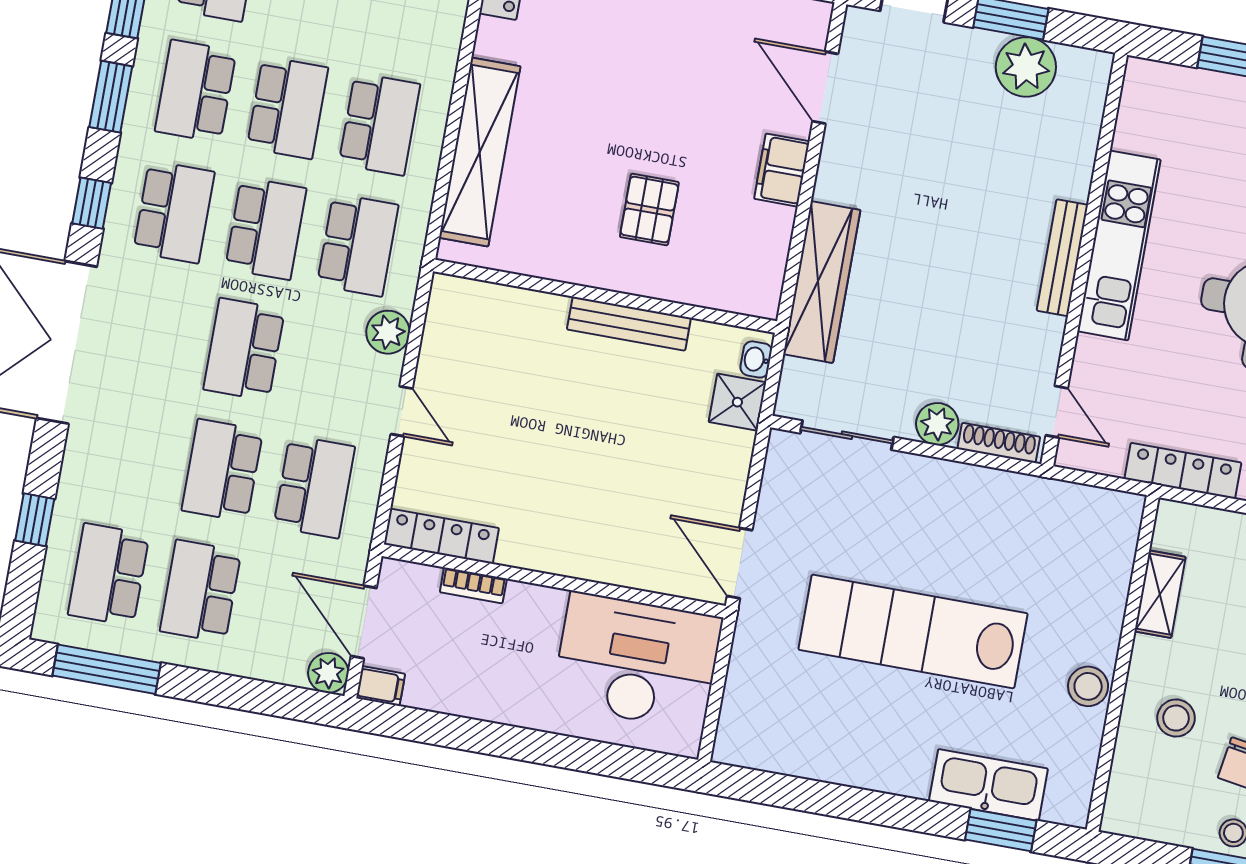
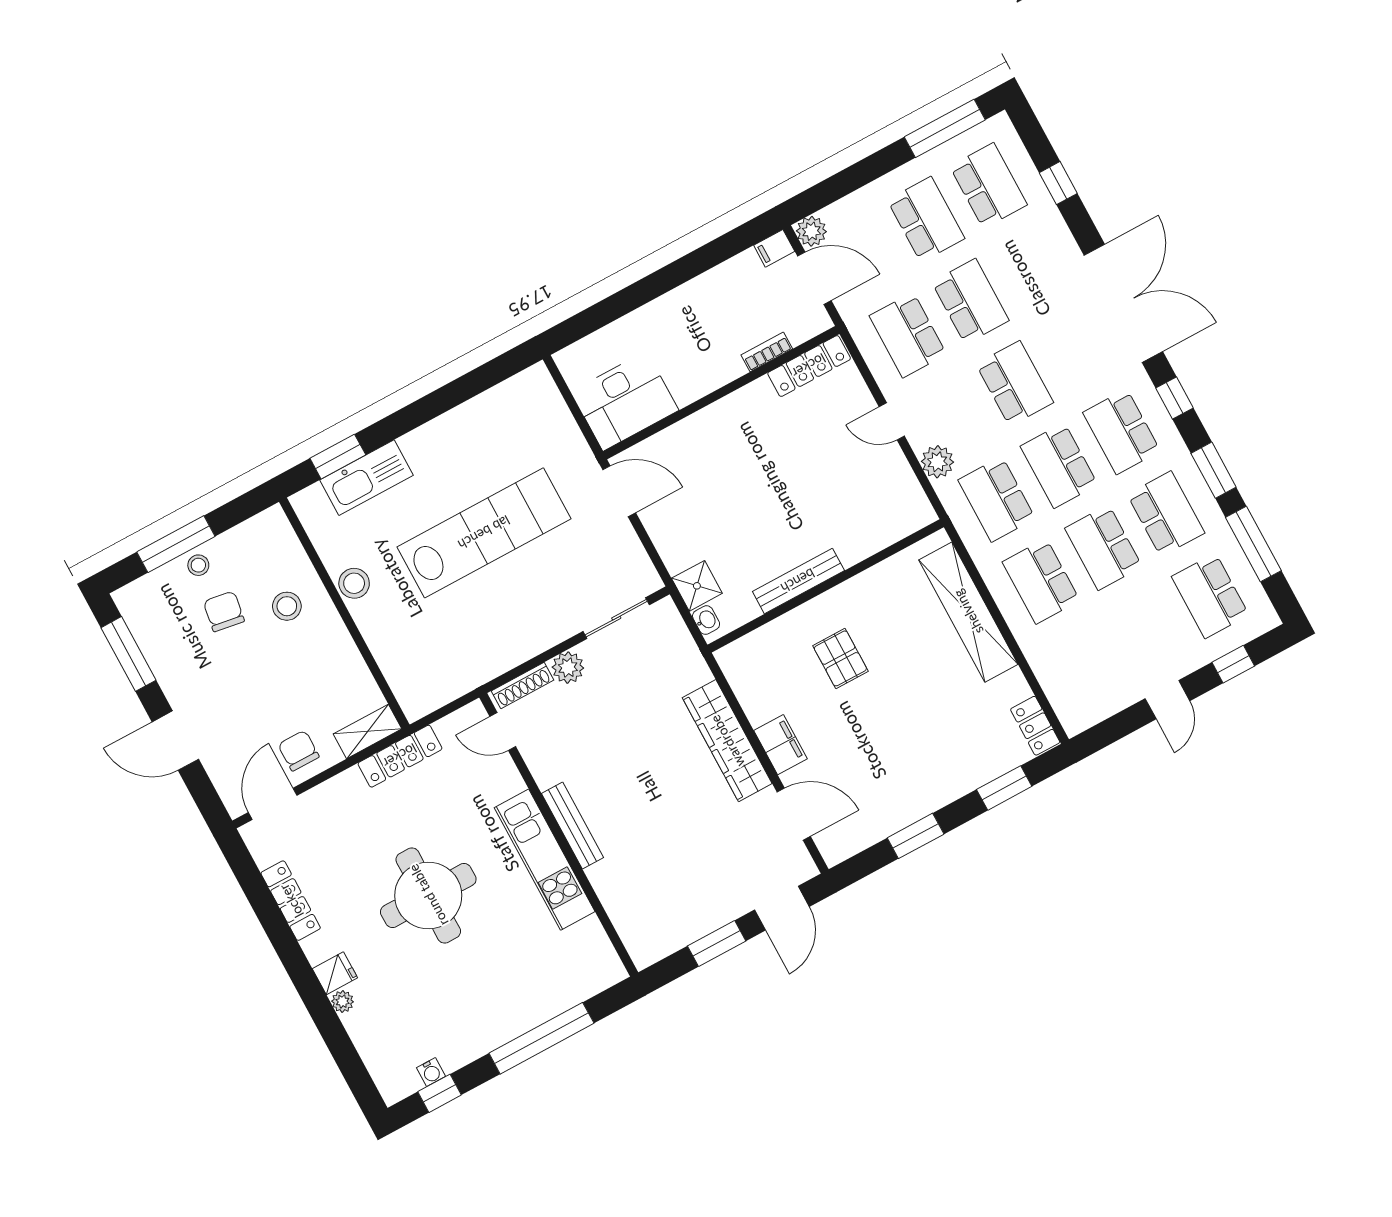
plant: (1026, 67) -> (684, 921), removed
wardrobe: (822, 282) -> (727, 741), moved
shelving: (1160, 594) -> (368, 731), moved, turned 90
desk: (637, 661) -> (625, 401), width x0.73, depth x0.77

